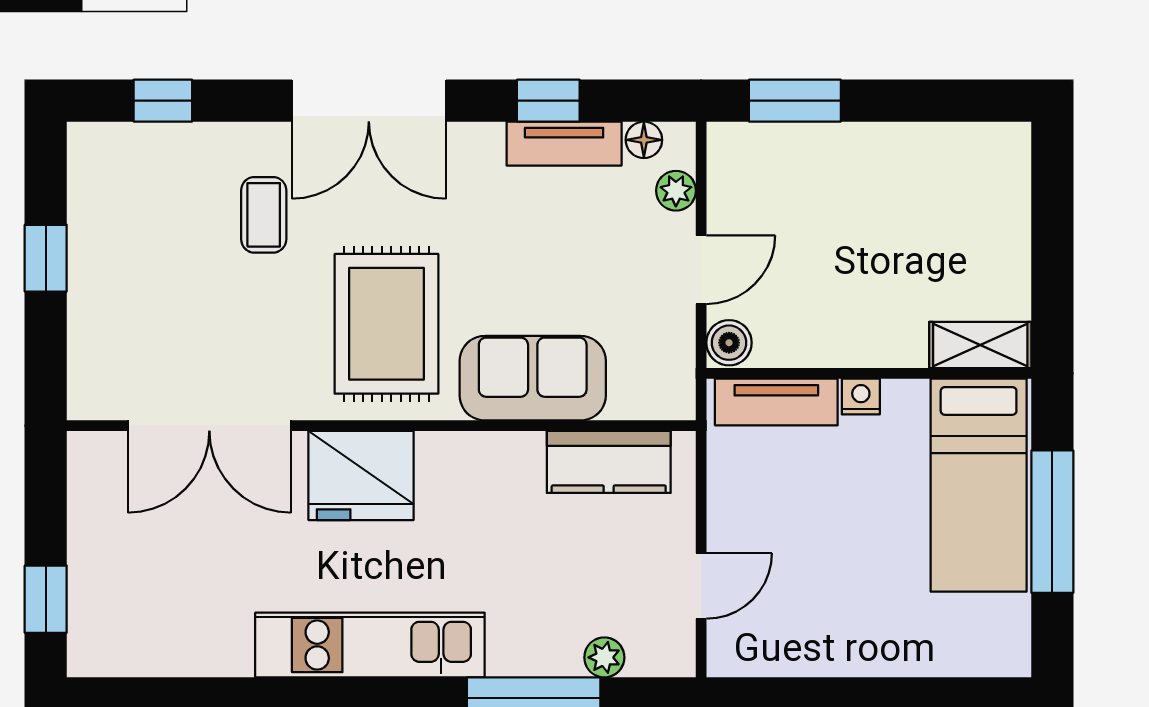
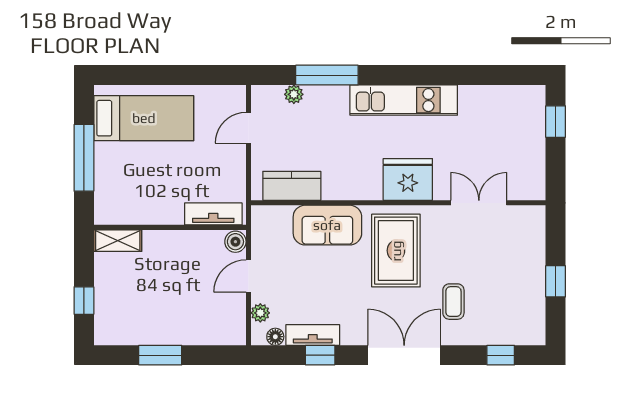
window: (795, 101) -> (160, 355), moved
window: (1052, 217) -> (84, 301), added
nightstand: (861, 396) -> (174, 216), removed
double door: (209, 426) -> (479, 203), width x0.73
bed: (979, 485) -> (144, 118), moved, turned 90

